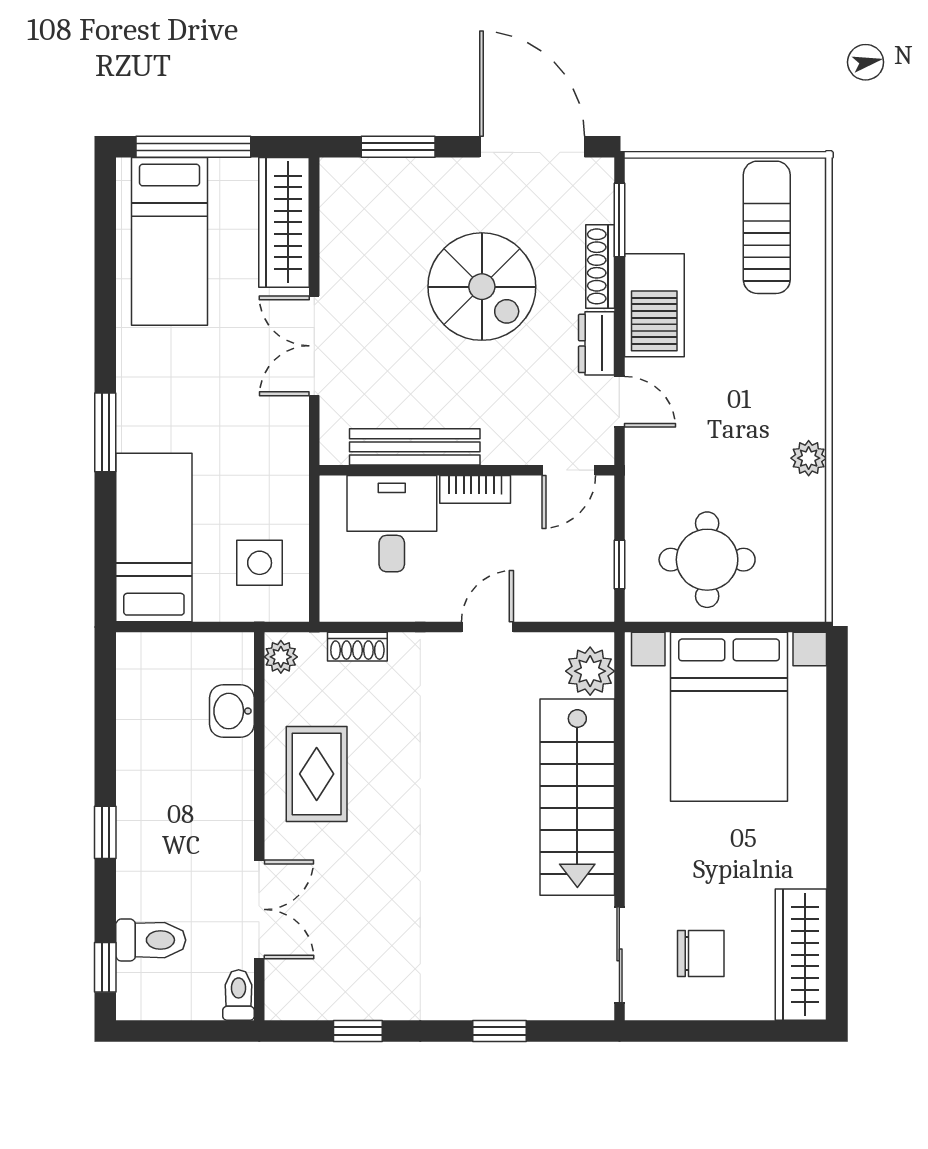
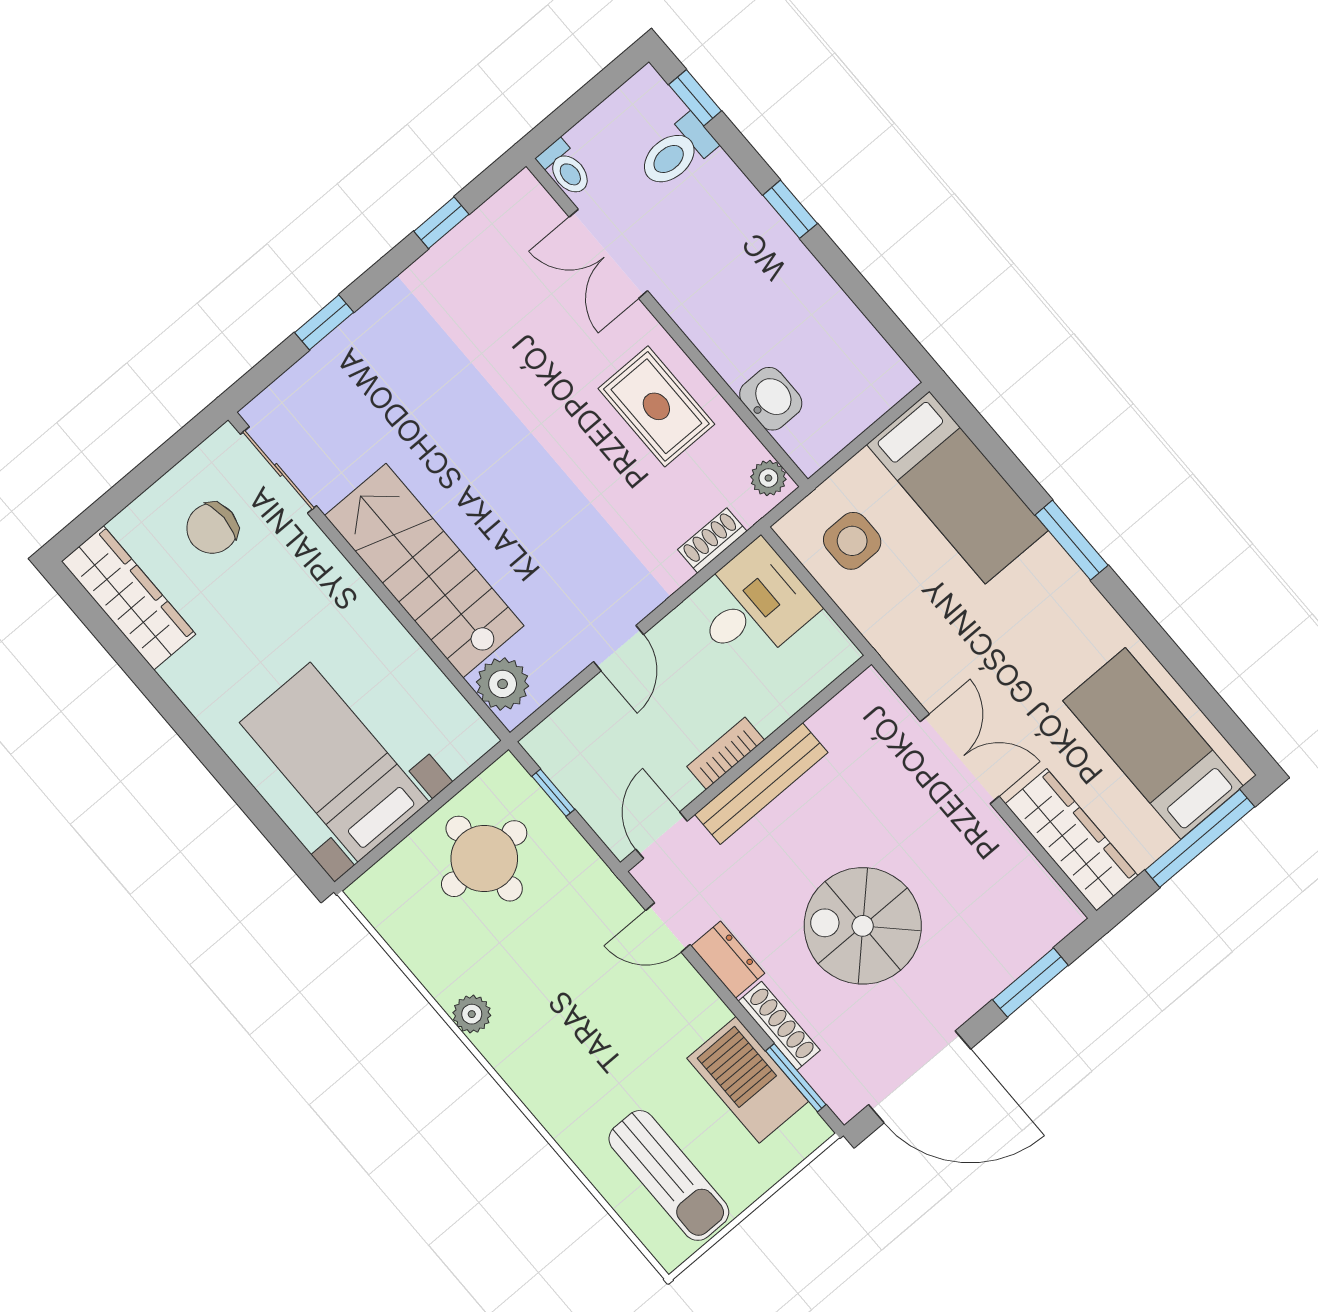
barbecue: (654, 305) -> (748, 1080), moved
bench: (415, 447) -> (761, 784), moved
desk: (392, 524) -> (753, 605), moved, turned -90
bed with nightstands: (729, 717) -> (334, 762), width x0.73

